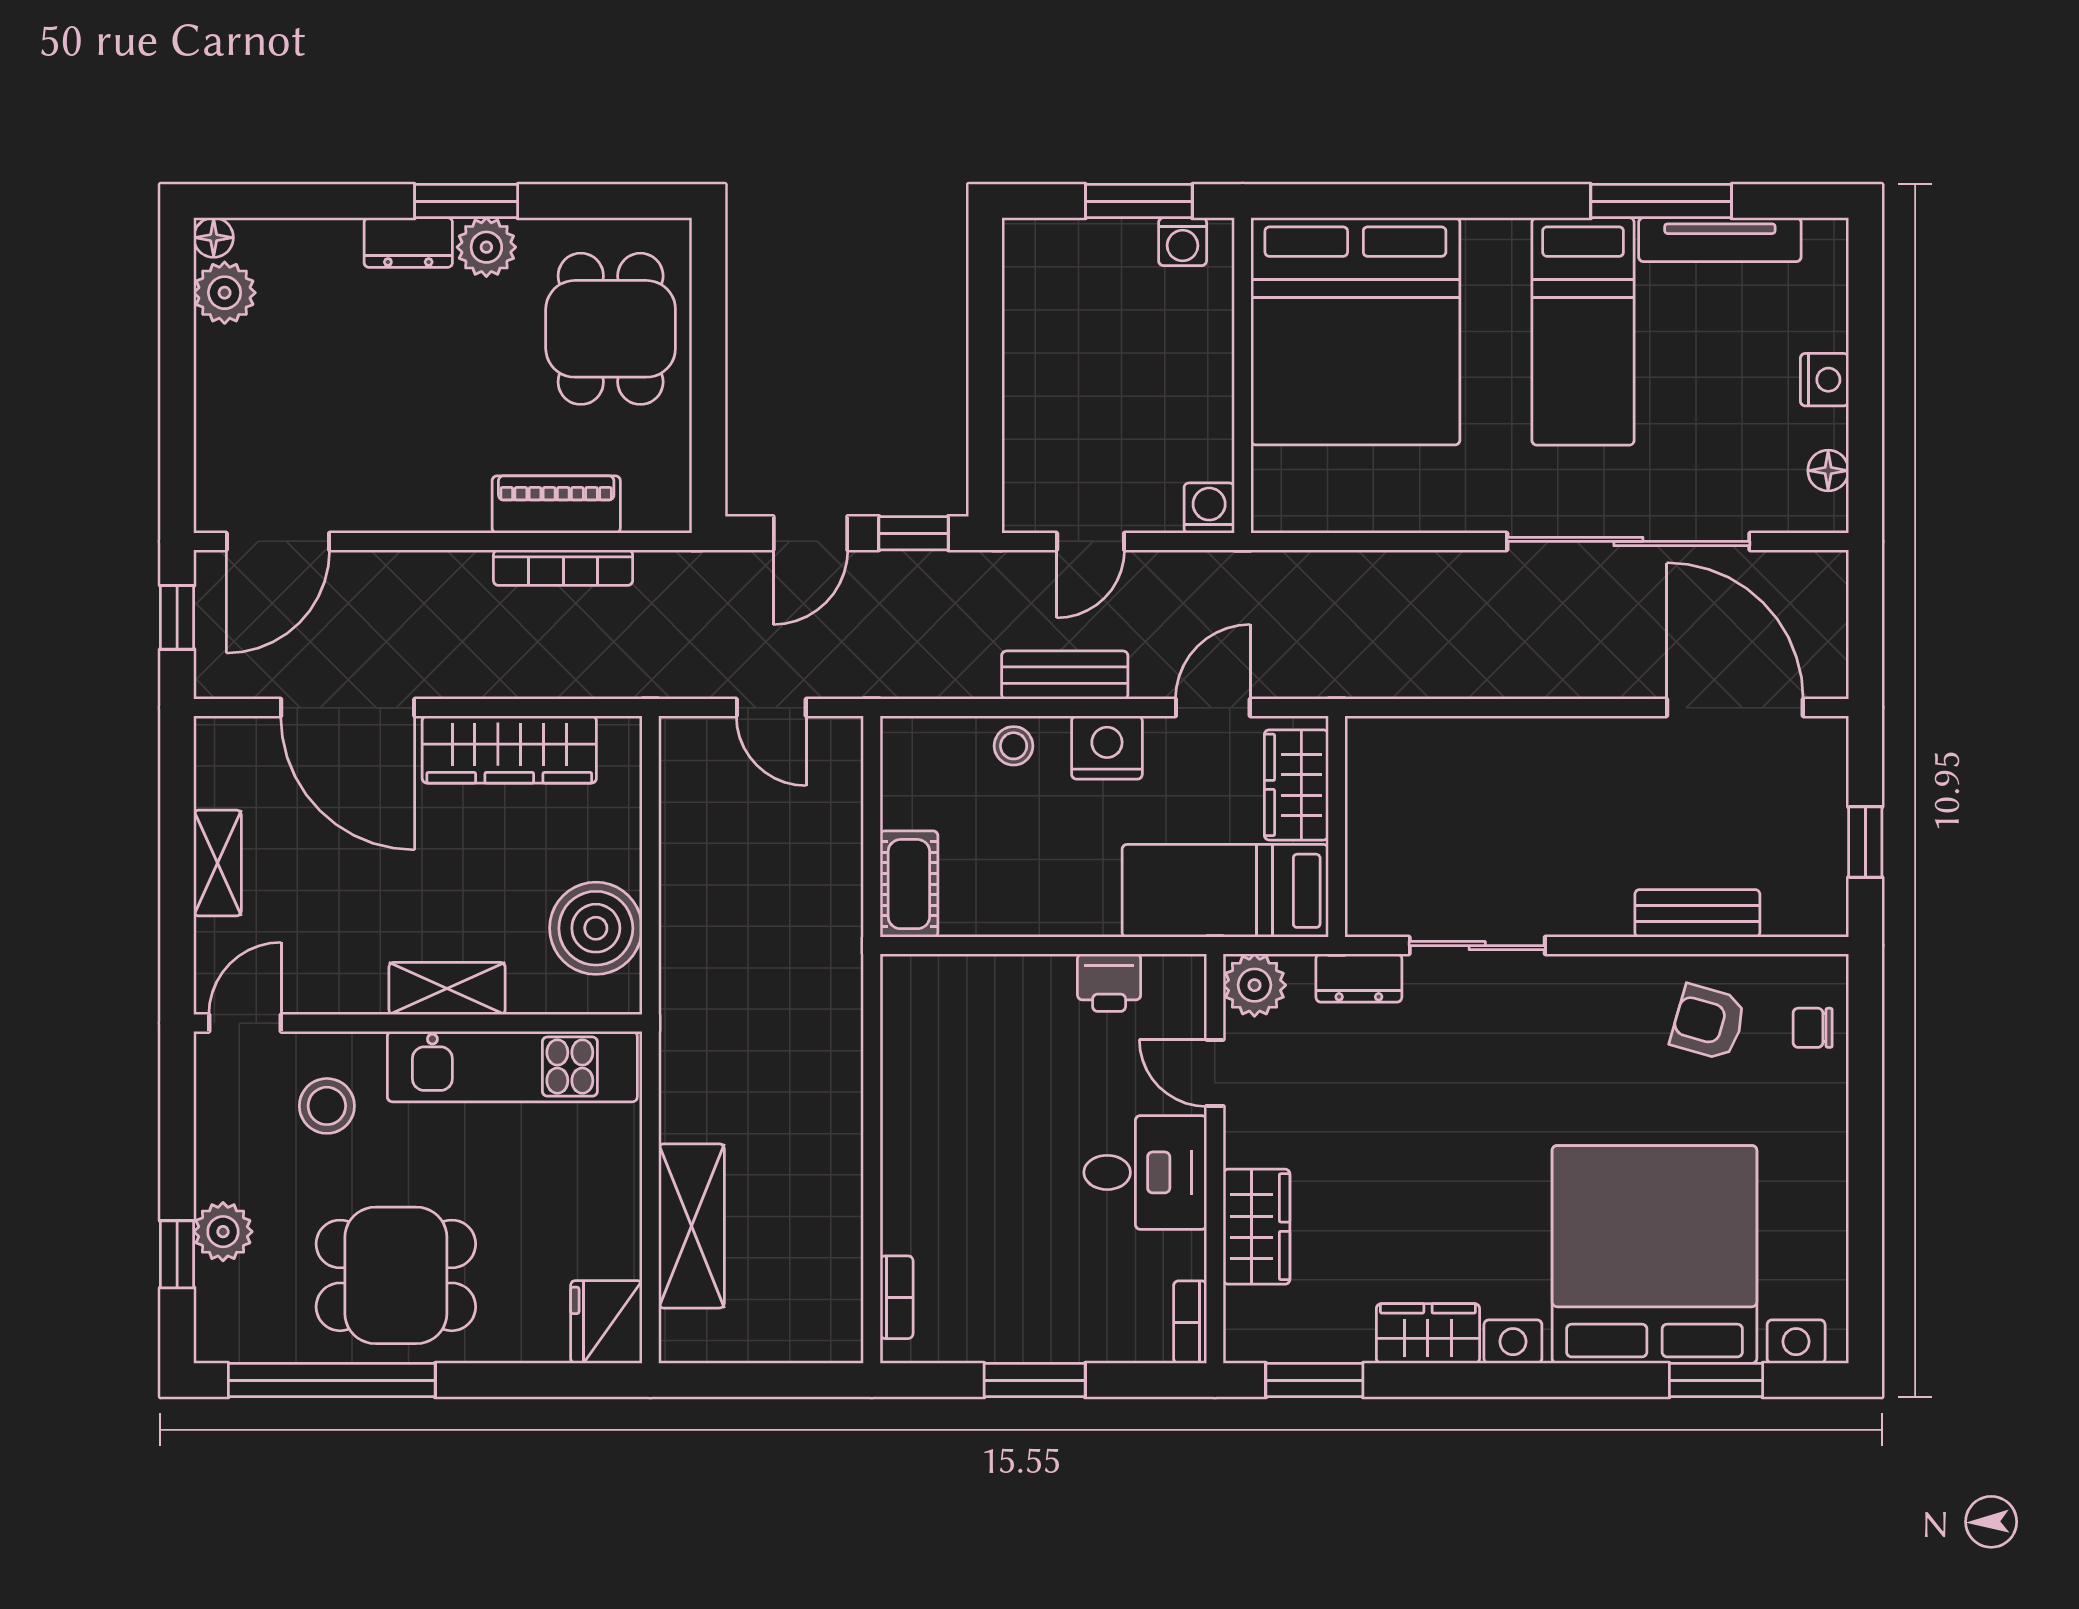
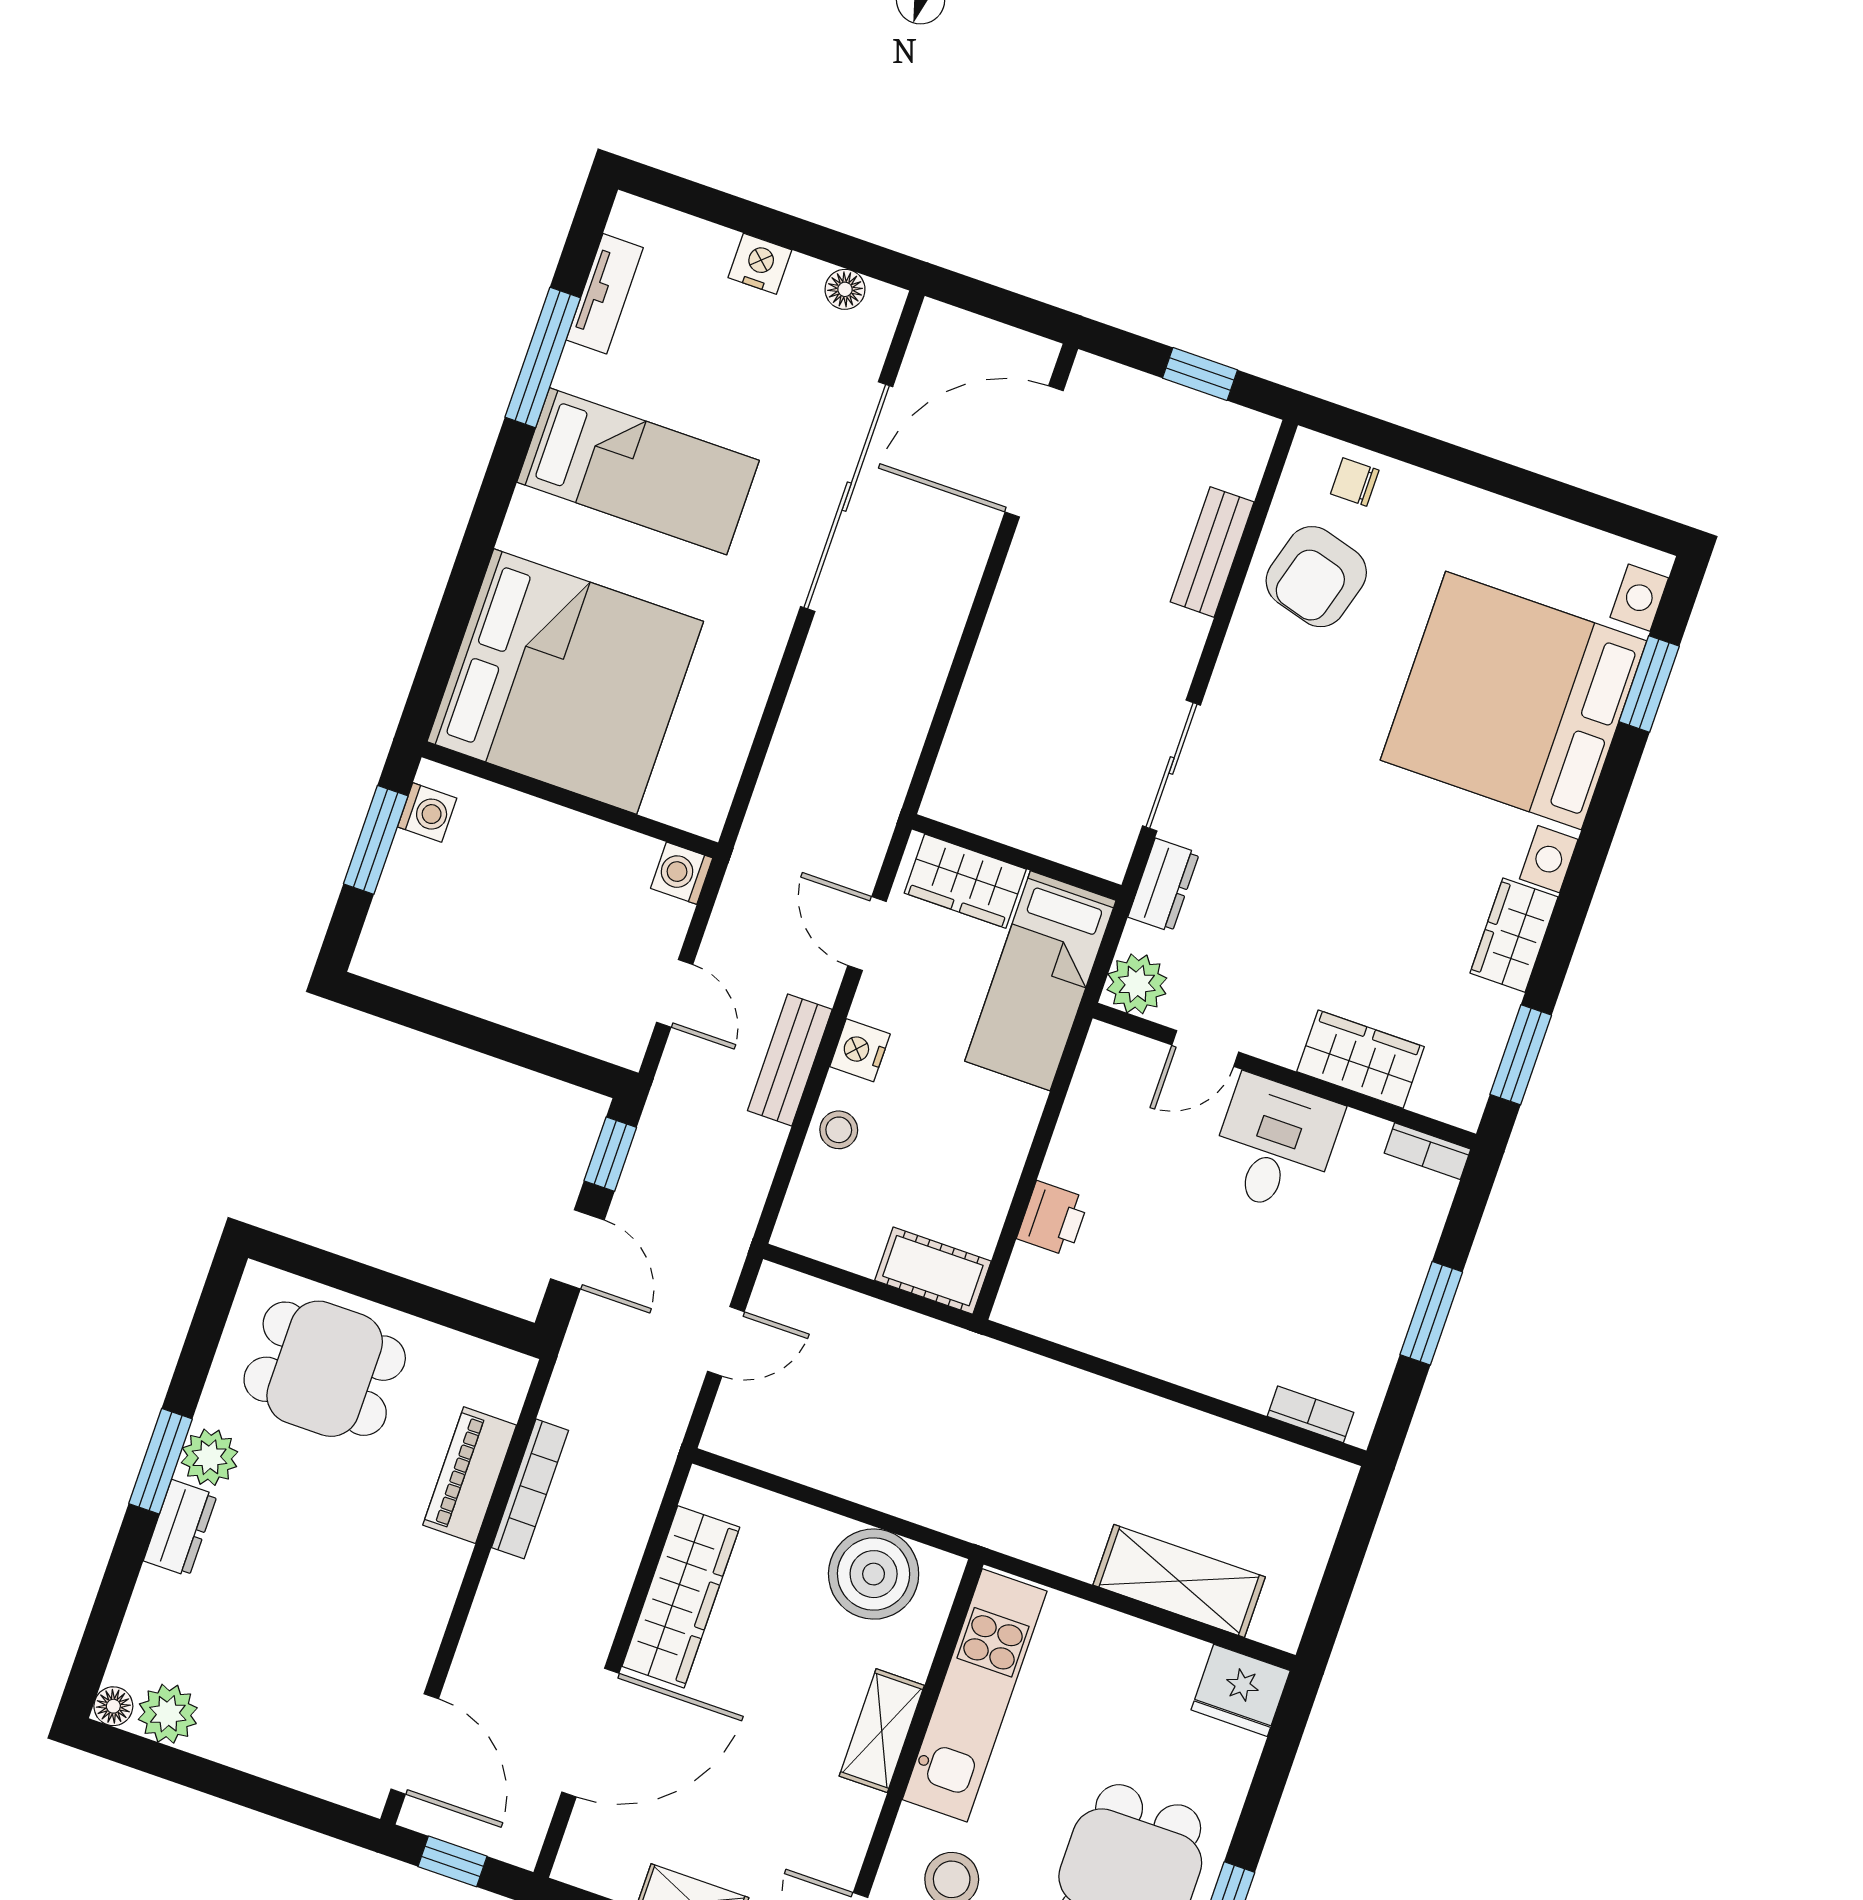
tv unit: (1720, 240) -> (605, 294), width x0.71
nightstand: (1107, 748) -> (860, 1050), width x0.74, depth x0.75
printer: (1109, 983) -> (1053, 1219), moved
armchair: (1708, 1022) -> (1316, 577), width x1.38, depth x1.38
chair: (1813, 1028) -> (1355, 482), turned 90

